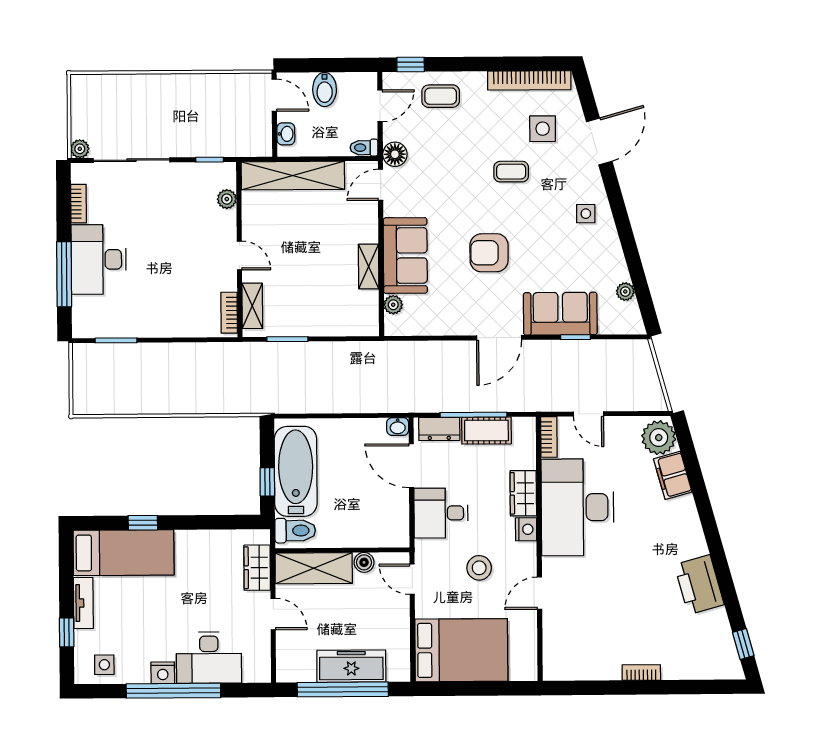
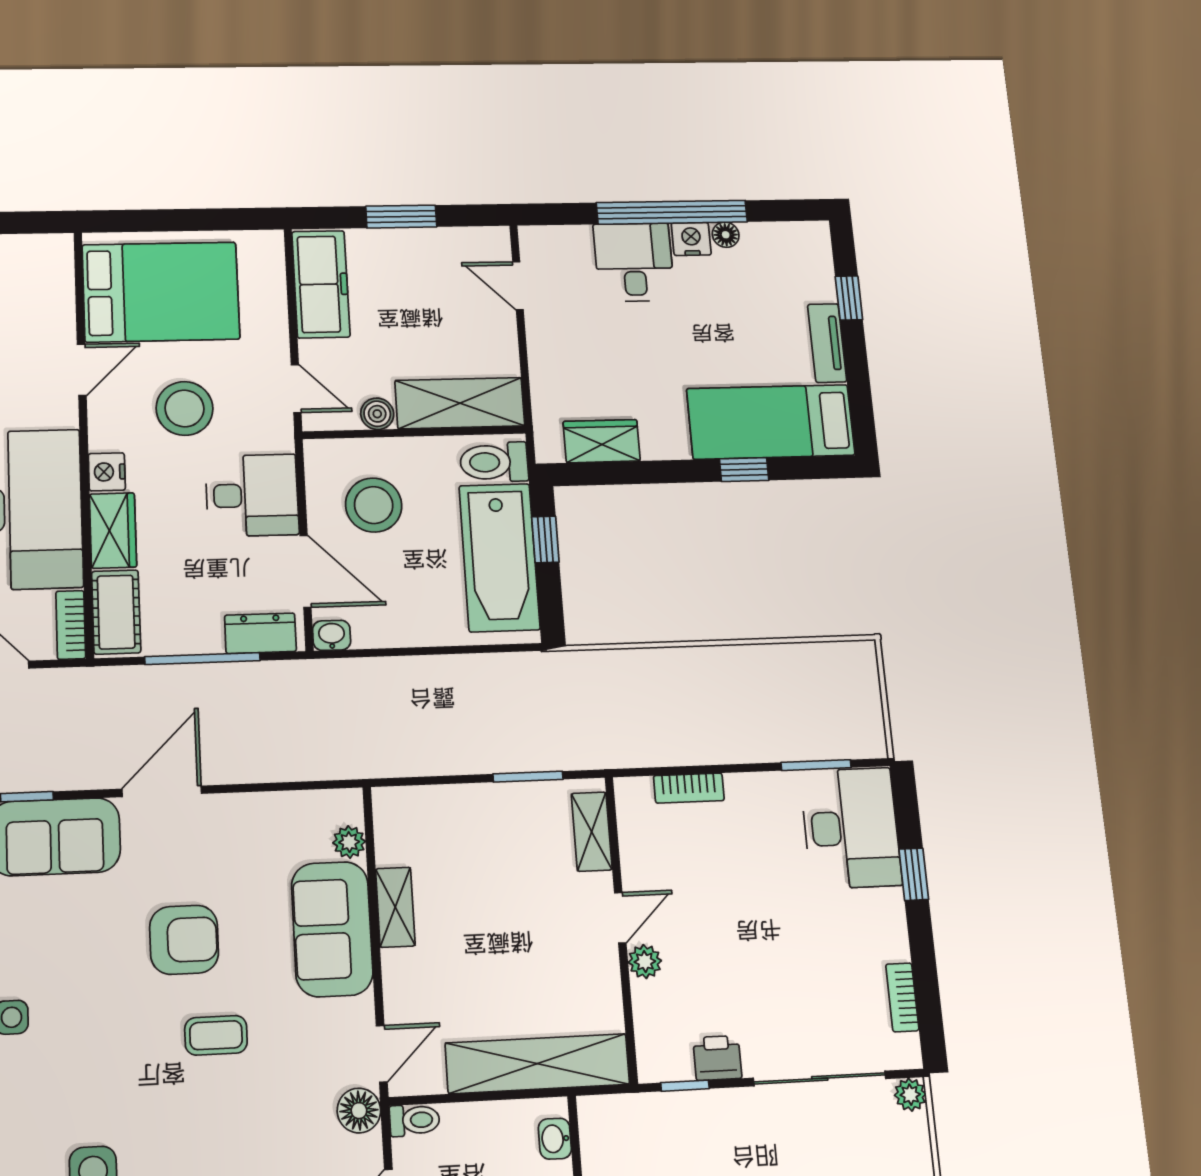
coffee table: (511, 172) -> (216, 1035), moved
printer: (190, 174) -> (717, 1058), added
plant: (227, 199) -> (645, 962), moved
door: (239, 256) -> (620, 918), swing flipped
desk: (99, 259) -> (851, 828), moved
window: (64, 274) -> (914, 874), width x0.46
bookcase: (229, 313) -> (689, 788), moved, turned 90
cot: (486, 431) -> (116, 612), moved, turned 90
stool: (369, 505) -> (374, 505), added
wardrobe: (257, 568) -> (602, 441), moved, turned -90
stool: (479, 568) -> (185, 408), width x1.38, depth x1.38
door: (273, 614) -> (518, 286), moved
bed: (461, 650) -> (161, 292), moved, turned 180
desk: (209, 658) -> (634, 262), width x0.73
side table: (104, 665) -> (785, 250), removed
freezer: (351, 666) -> (321, 284), moved, turned -90
floor lamp: (141, 675) -> (726, 235), added
window: (343, 689) -> (401, 217), width x0.47

